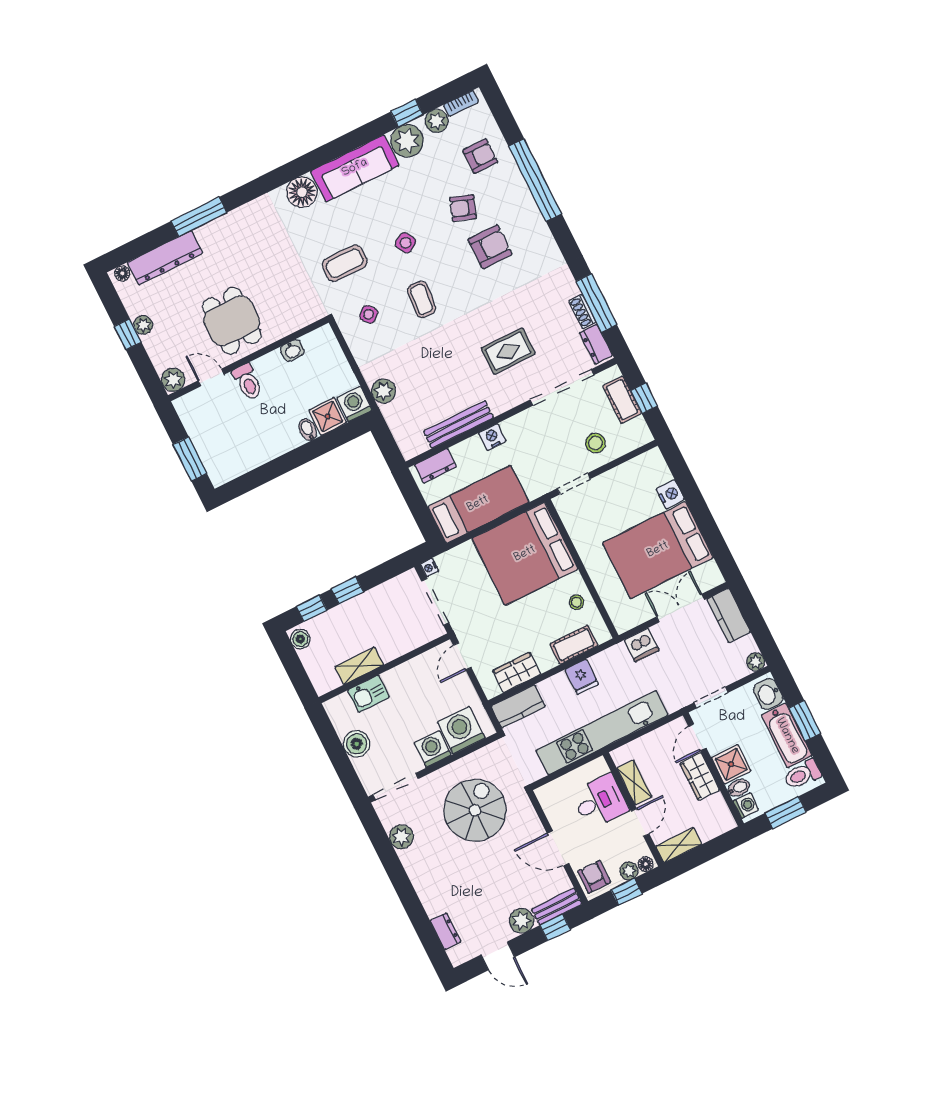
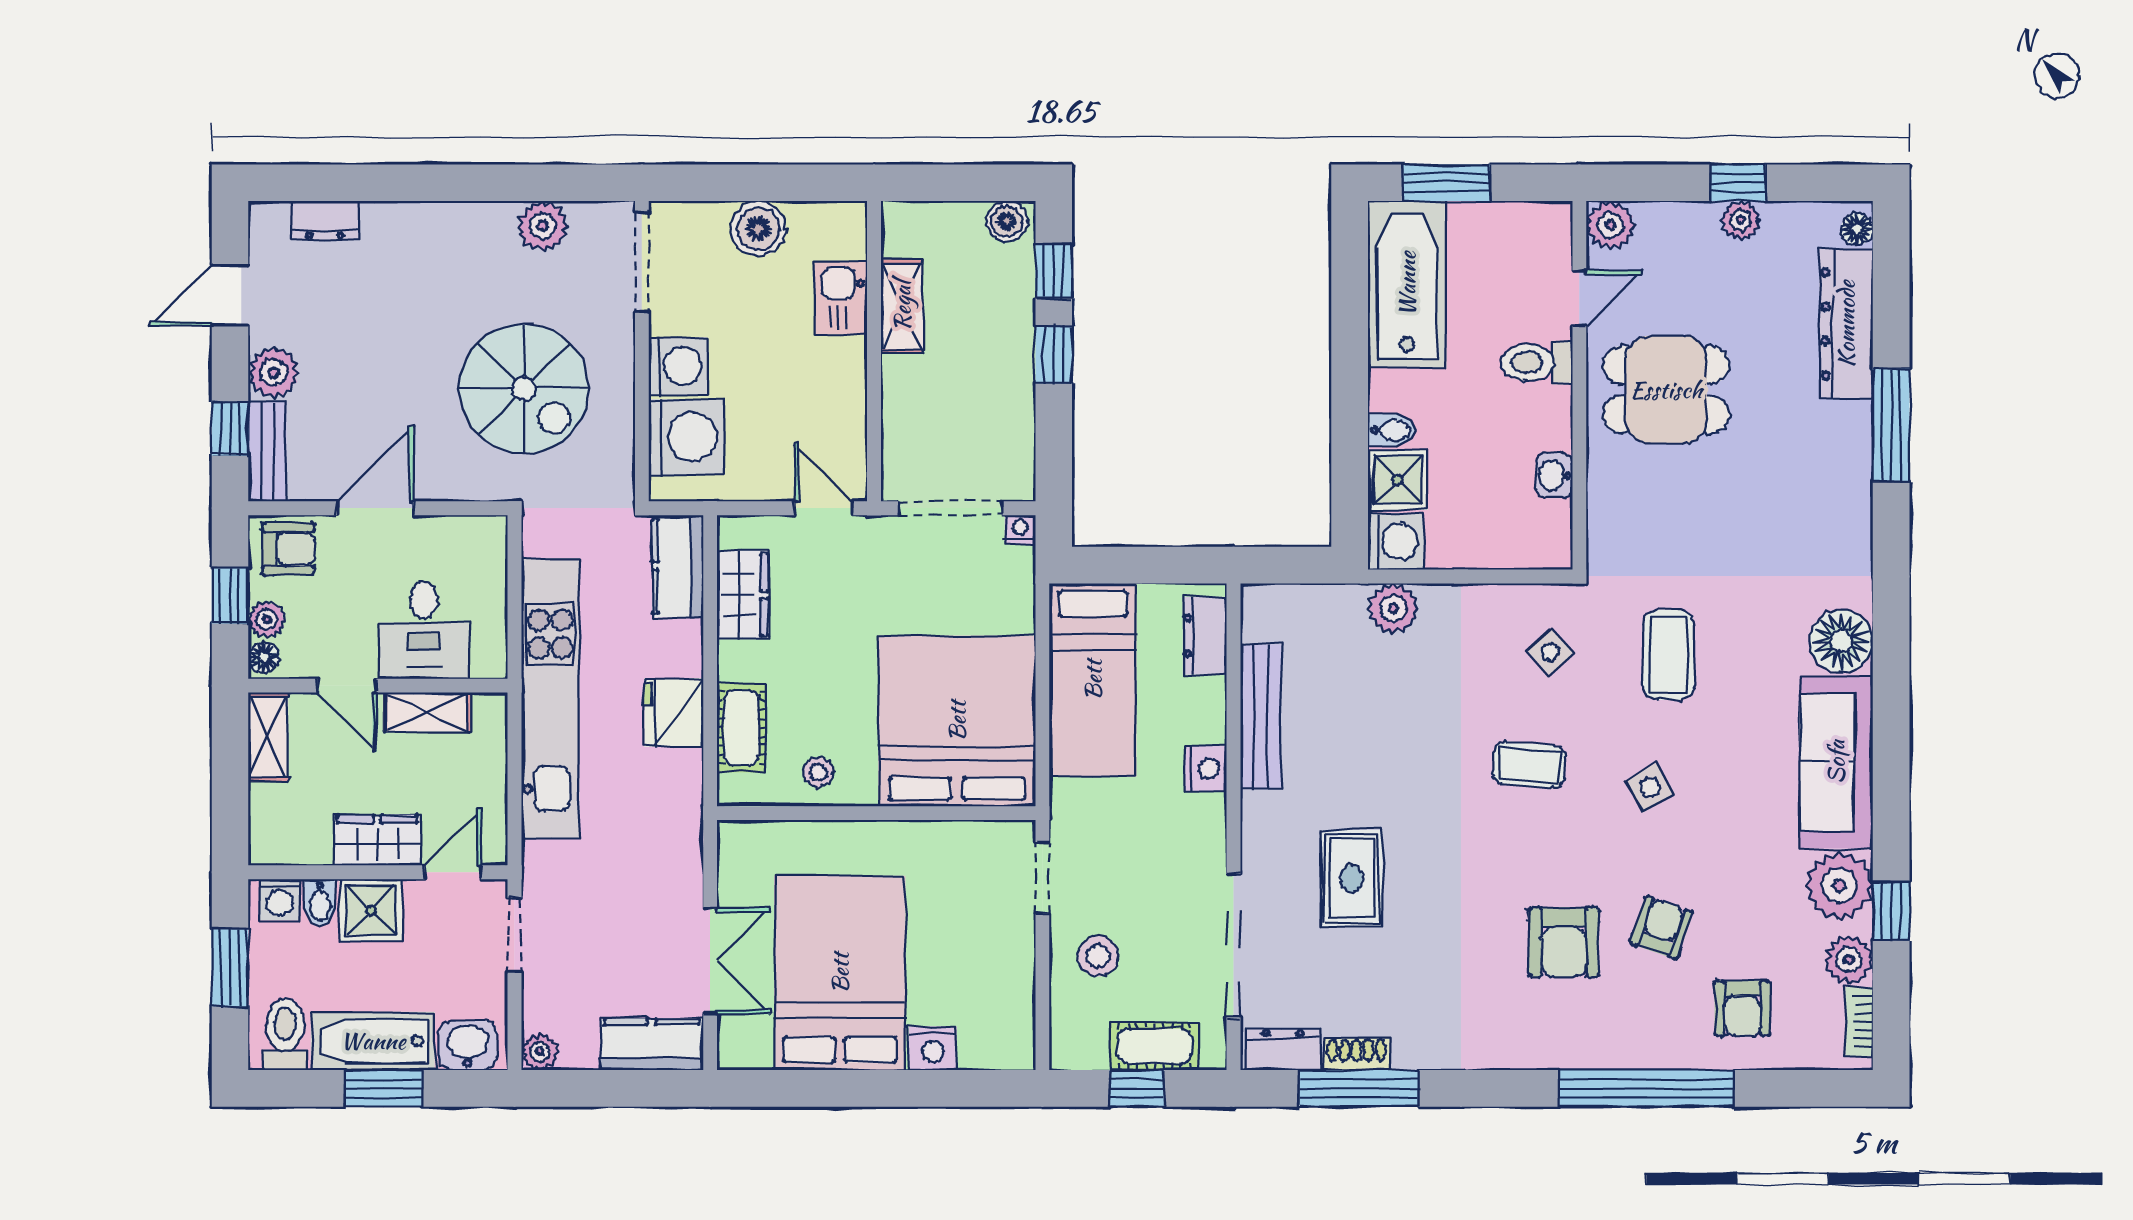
bathtub: (242, 454) -> (1407, 284), added
dishwasher: (642, 645) -> (677, 854), removed
fridge: (582, 677) -> (674, 712), width x1.38
door: (697, 737) -> (453, 872), hinge flipped

